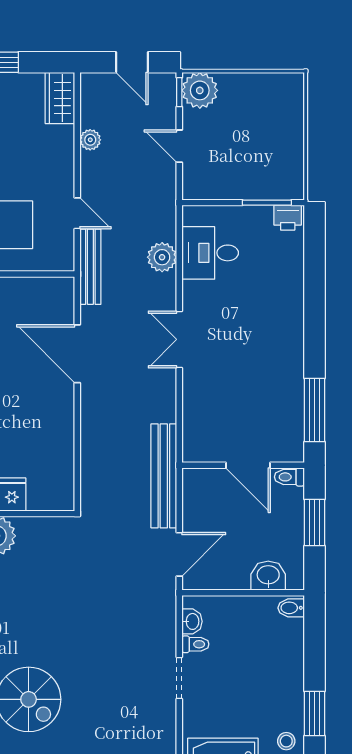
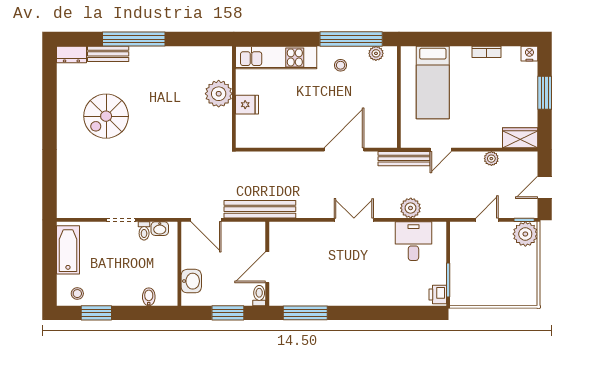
bidet: (291, 608) -> (149, 297), moved

